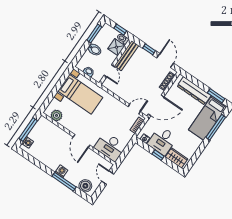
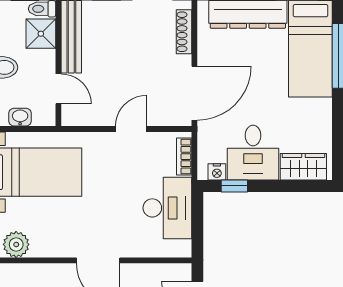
door: (134, 109) -> (131, 129), moved
desk: (110, 147) -> (167, 208), moved, turned -90
window: (158, 155) -> (234, 186), moved

